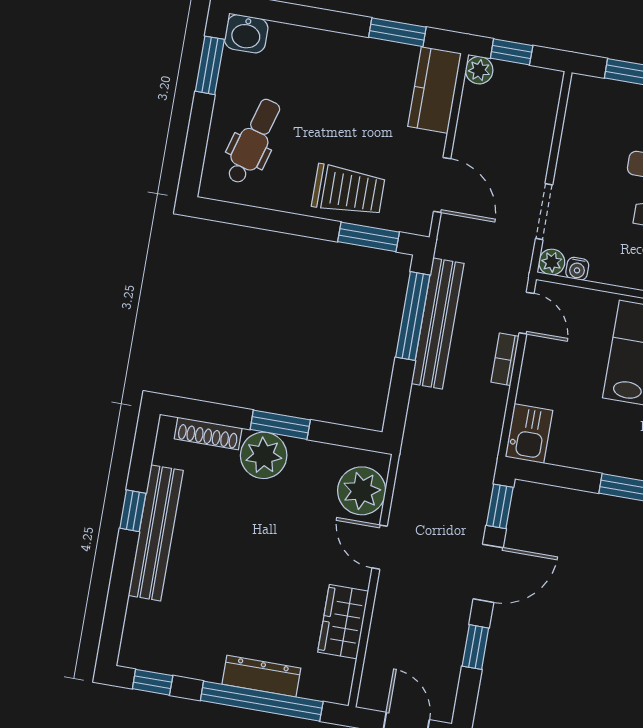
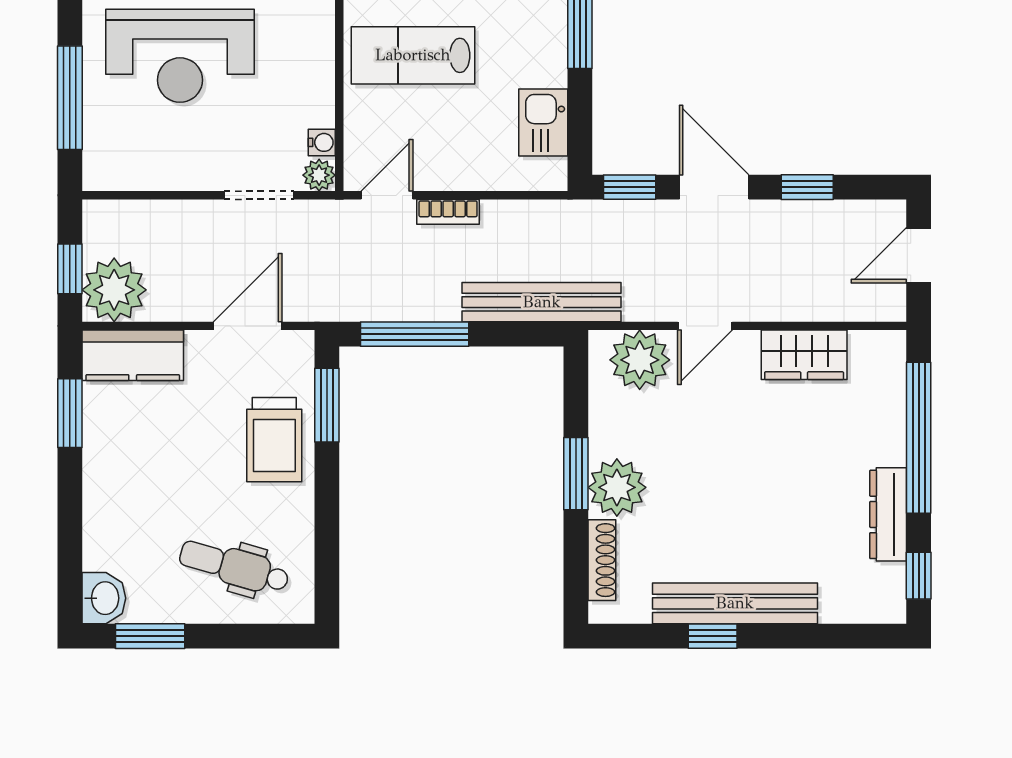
plant: (479, 70) -> (114, 290), width x1.87, depth x1.87
trolley: (348, 191) -> (274, 440), turned 180
bench: (438, 324) -> (542, 302), moved
kitchen sink: (529, 434) -> (543, 123), moved, turned -90
dresser: (261, 676) -> (888, 514), moved

